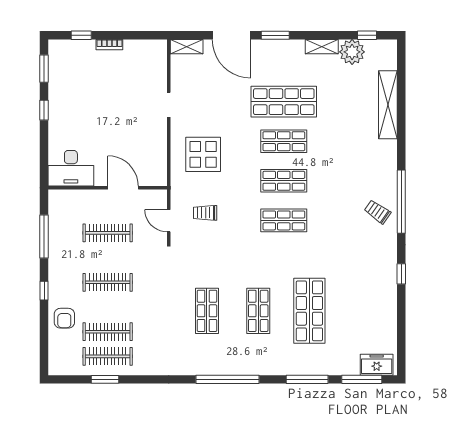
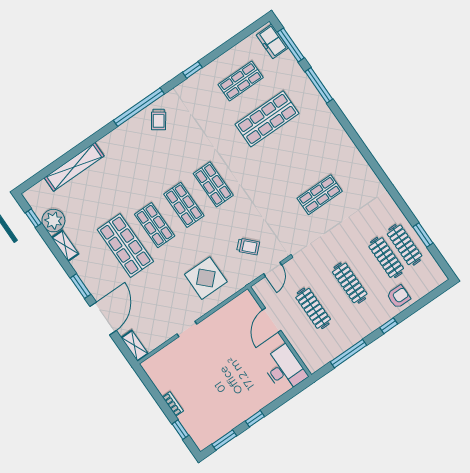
trolley: (205, 213) -> (248, 247), turned -44
shop shelf: (258, 311) -> (241, 81), moved
window: (228, 379) -> (360, 144), removed

